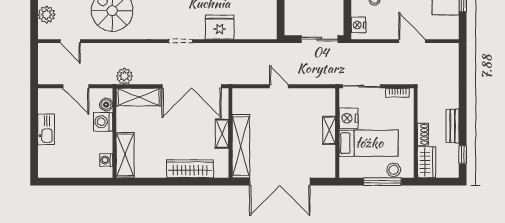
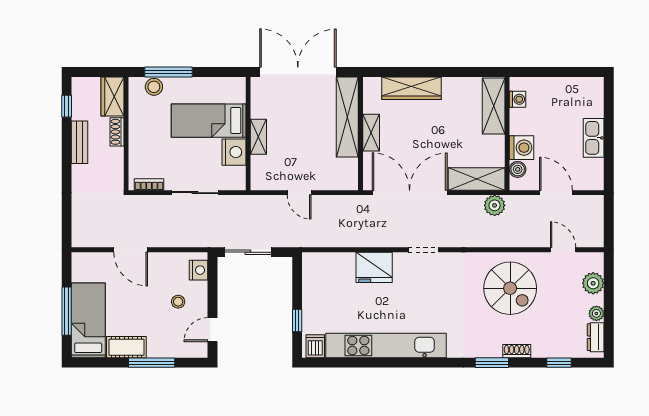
nightstand: (348, 118) -> (234, 152), moved
shelving: (329, 130) -> (258, 137), moved
wall: (337, 133) -> (248, 134), moved
bed: (369, 143) -> (209, 121), moved

